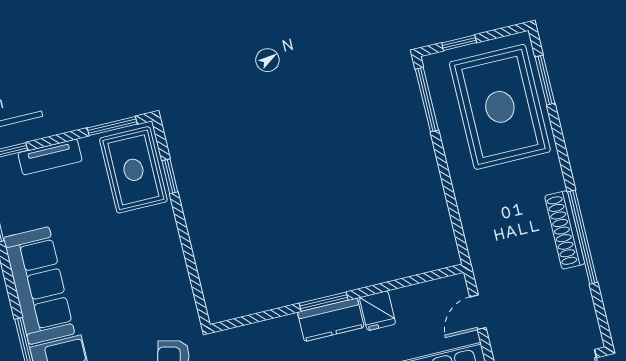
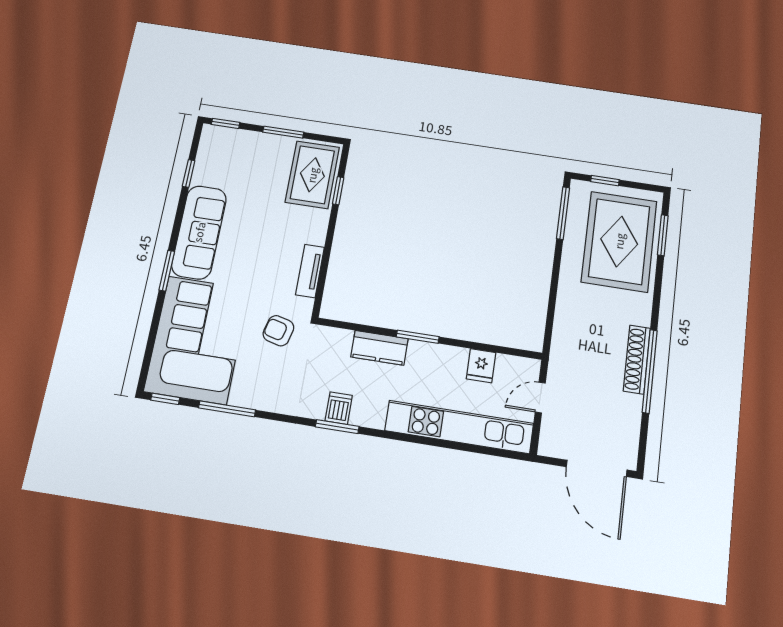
window: (112, 126) -> (283, 132), moved
tv unit: (50, 157) -> (310, 271), moved, turned 90
fridge: (378, 311) -> (481, 366), moved
kitchen counter: (331, 320) -> (379, 348), moved

